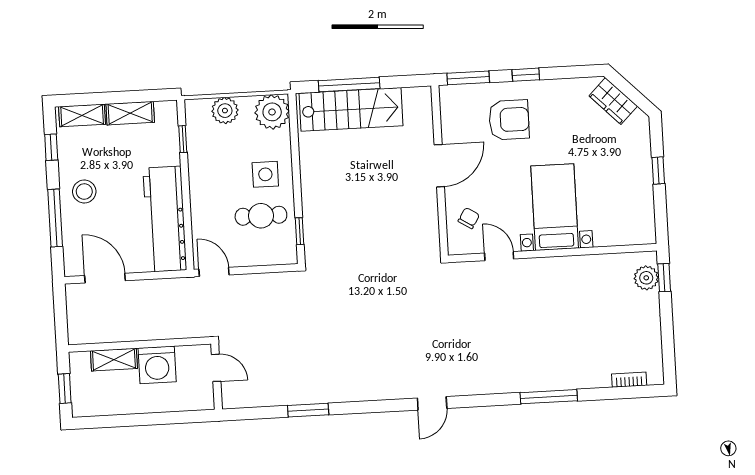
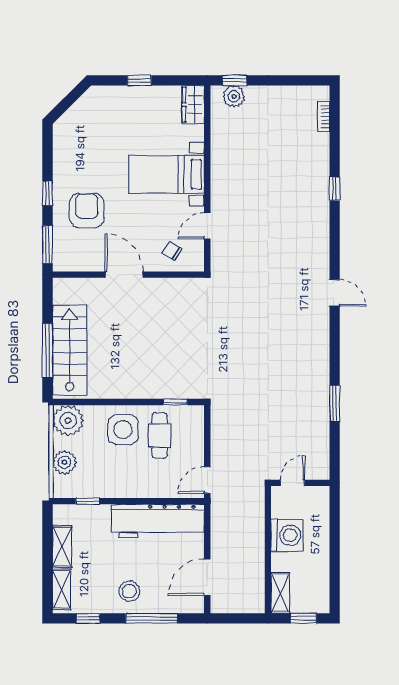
wardrobe: (613, 101) -> (193, 105), moved, turned 135
side table: (265, 174) -> (123, 430), width x1.37, depth x1.37
shelving: (114, 360) -> (280, 593), moved
window: (549, 397) -> (335, 189), width x0.46

